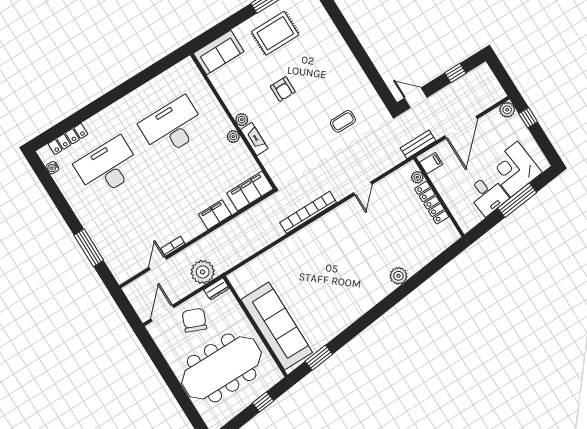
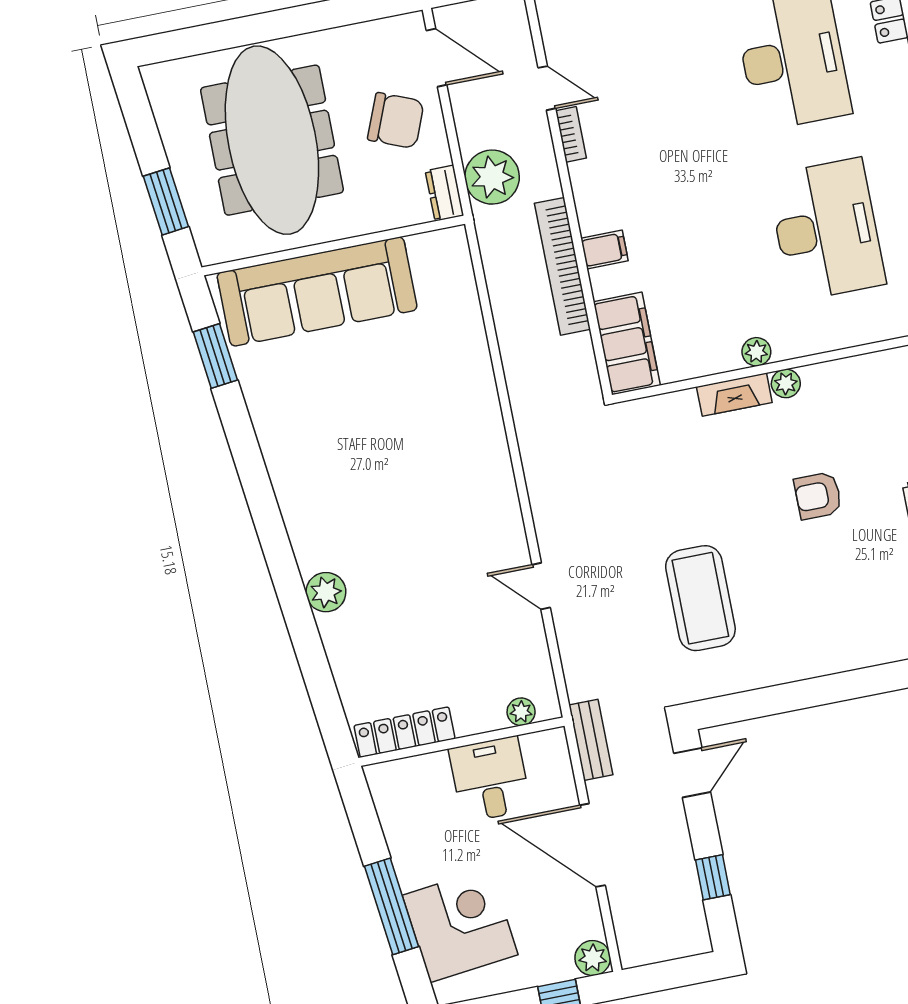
coffee table: (343, 121) -> (700, 598), width x1.86, depth x1.72
filing cabinet: (431, 163) -> (540, 752), removed
desk: (487, 195) -> (490, 779), moved, turned 97
locker: (432, 203) -> (404, 732), moved
bookcase: (308, 212) -> (562, 266), moved, turned 180
filing cabinet: (215, 215) -> (604, 250), width x0.50
window: (263, 402) -> (166, 201), width x1.50

